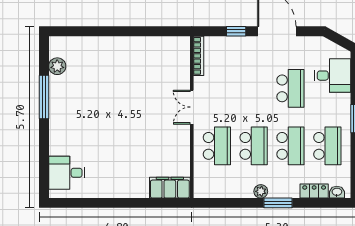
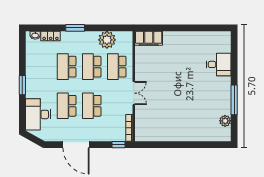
window: (236, 31) -> (118, 145), moved
desk: (333, 76) -> (38, 114), width x1.37
school desk: (327, 146) -> (92, 106), moved
desk: (67, 173) -> (219, 64), moved
plant: (261, 191) -> (107, 40), moved, width x1.87, depth x1.87

